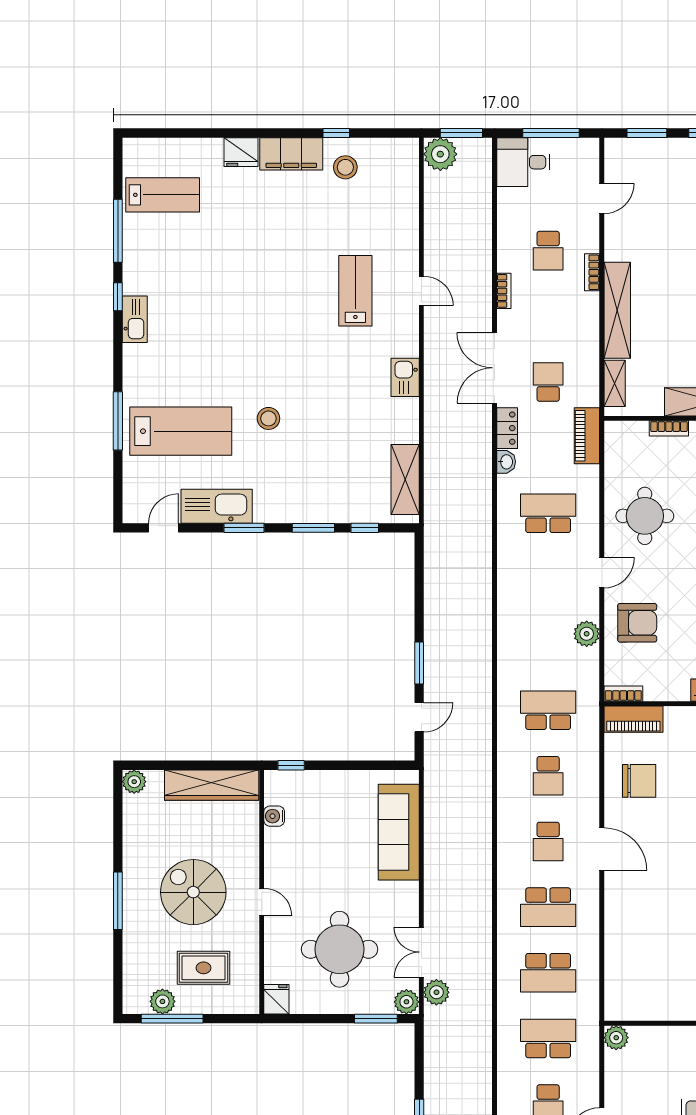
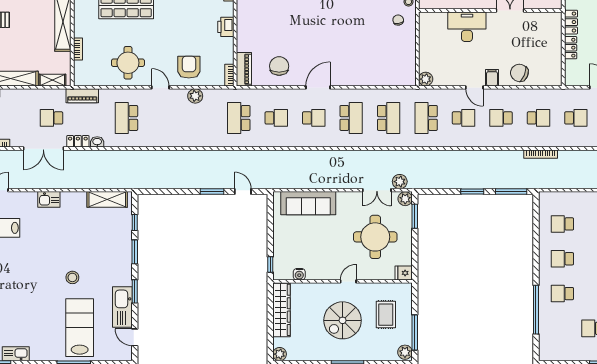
plant: (162, 1001) -> (405, 352), moved

